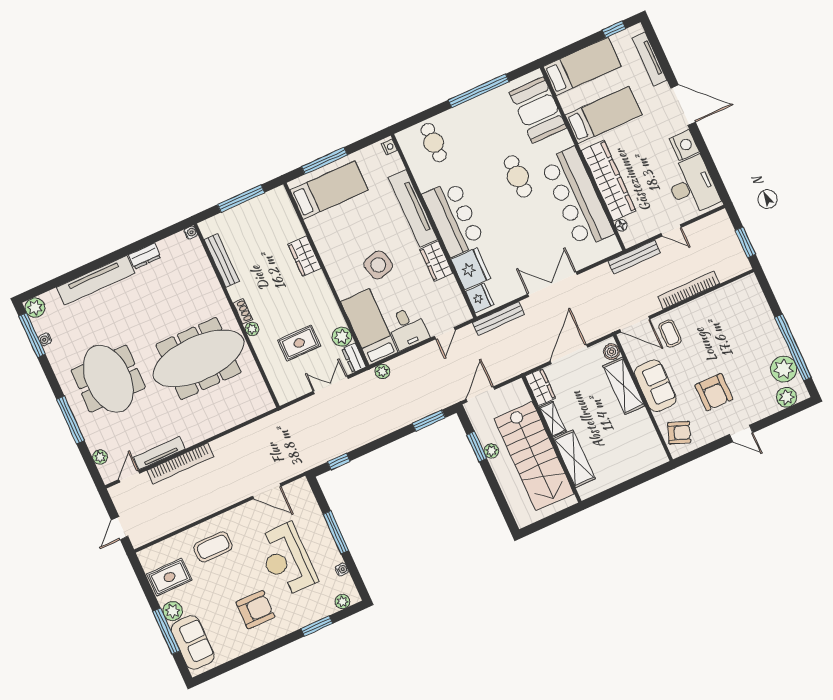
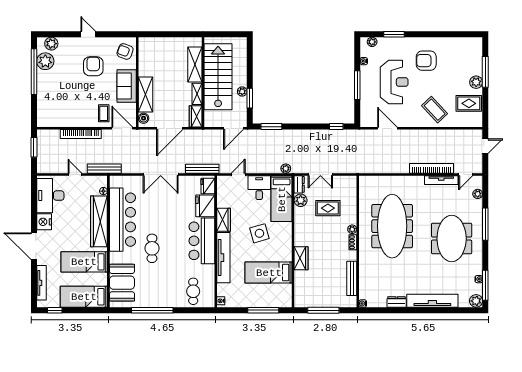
bed: (329, 190) -> (269, 273), moved
meeting table: (199, 358) -> (392, 226), turned 90
coffee table: (213, 547) -> (435, 110), turned 47
sofa: (193, 643) -> (473, 58), removed

